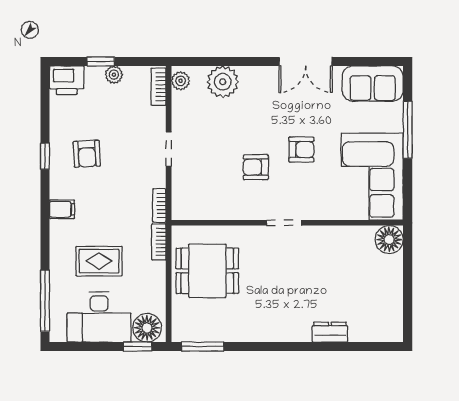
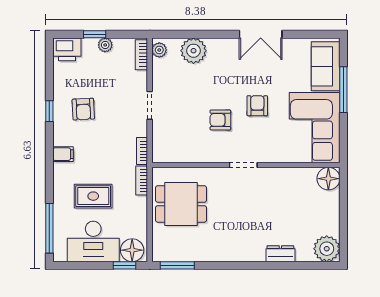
sofa: (373, 83) -> (326, 66), moved, turned 90
armchair: (301, 150) -> (257, 106), turned -90
plant: (387, 326) -> (327, 249), added

